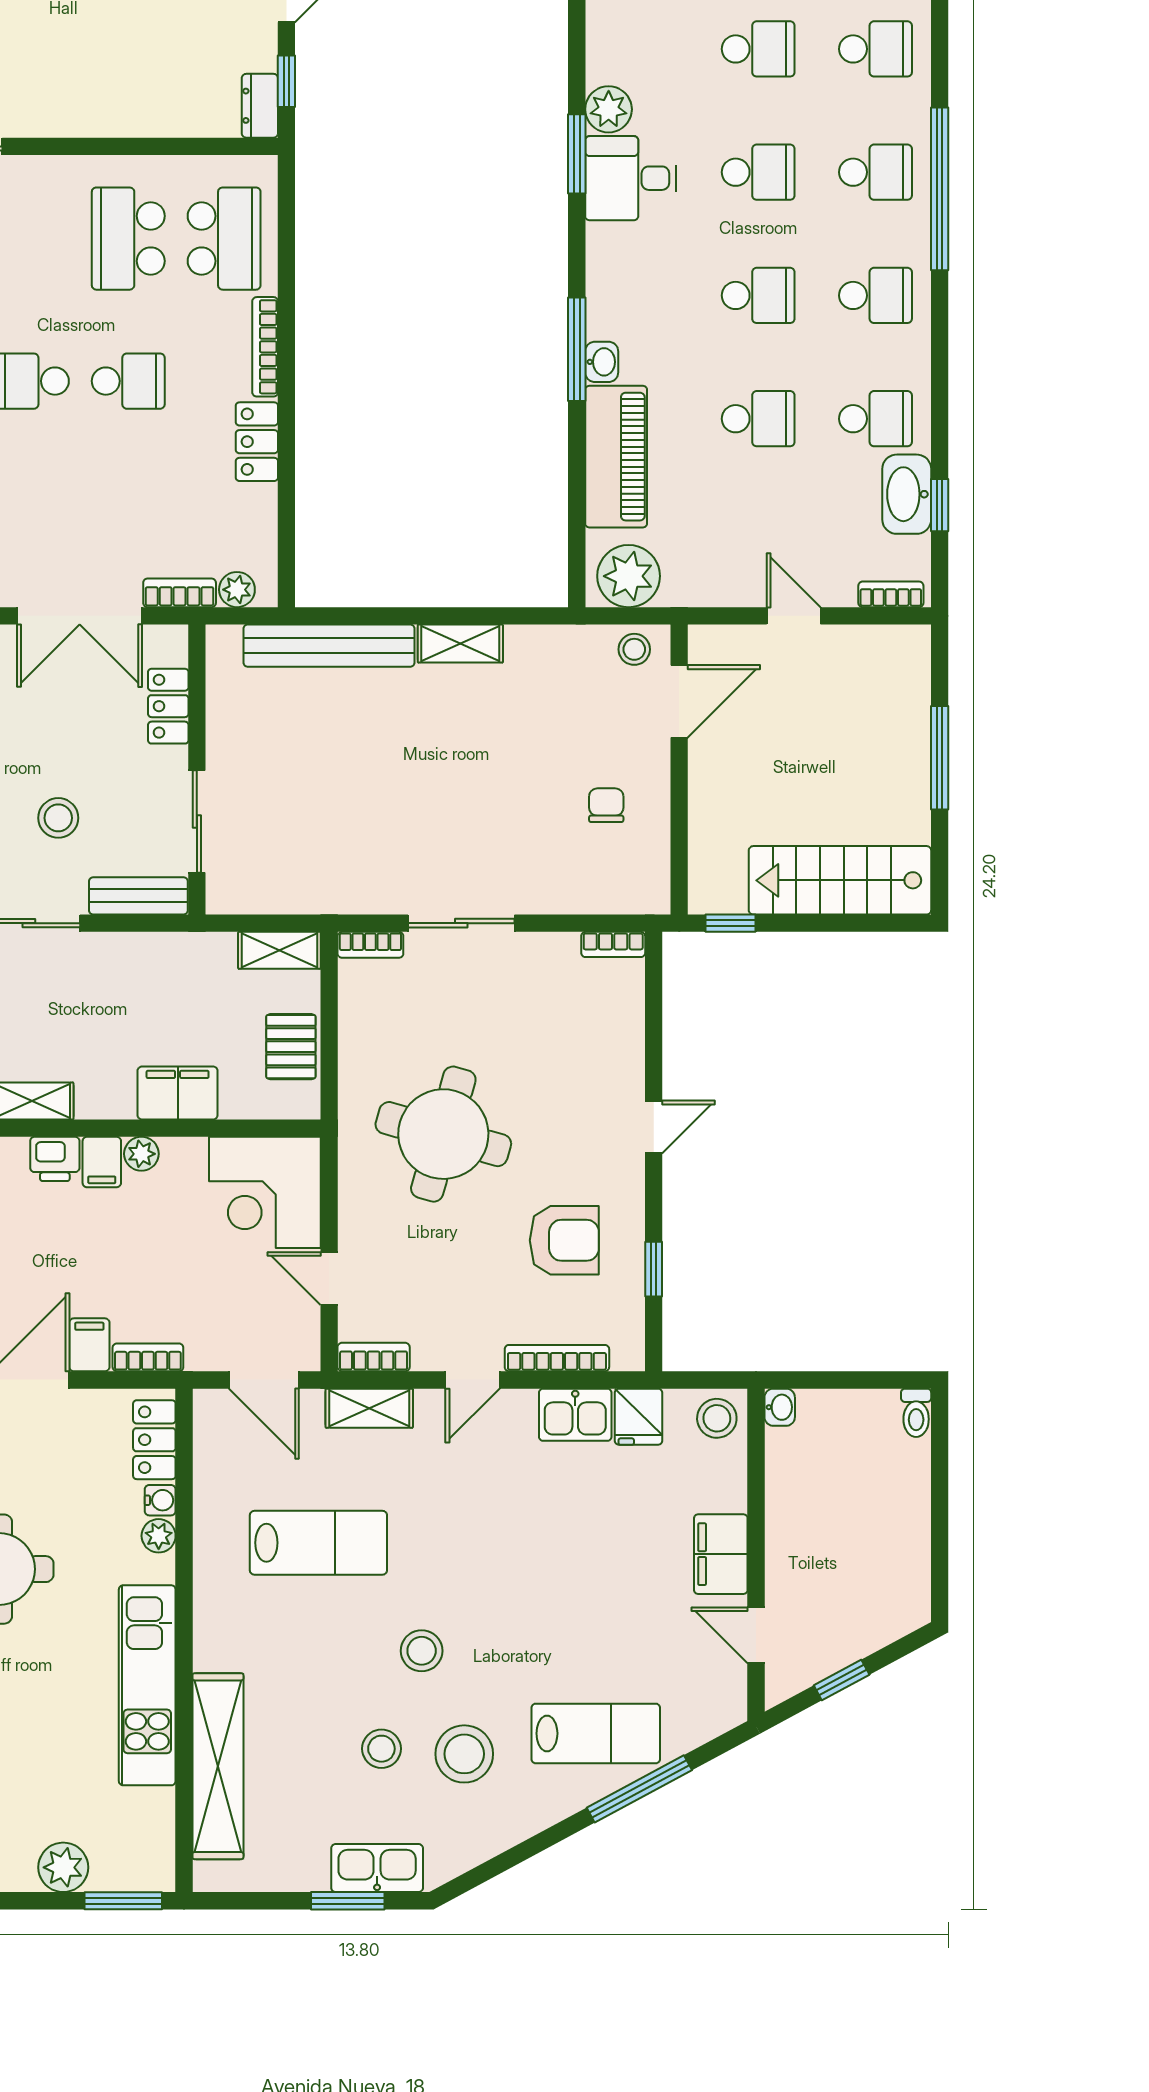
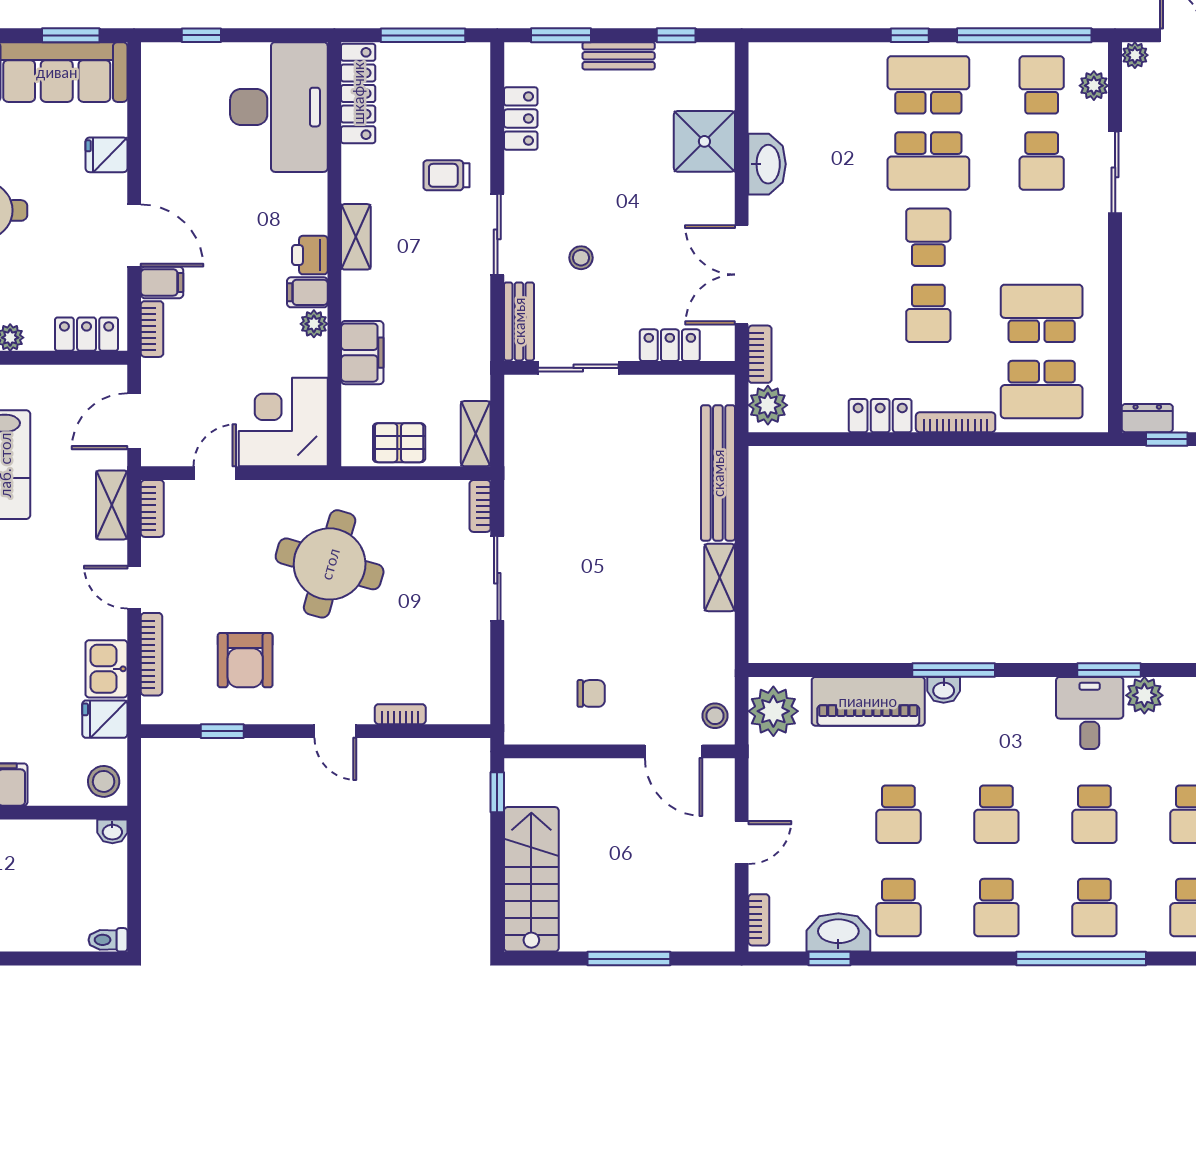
plant: (237, 590) -> (768, 405), width x1.38, depth x1.38
stool: (58, 818) -> (581, 258), width x0.73, depth x0.73
bookcase: (613, 944) -> (400, 714), moved, turned 90
water cooler: (160, 1500) -> (38, 339), removed

